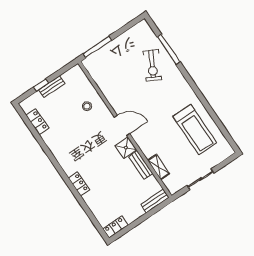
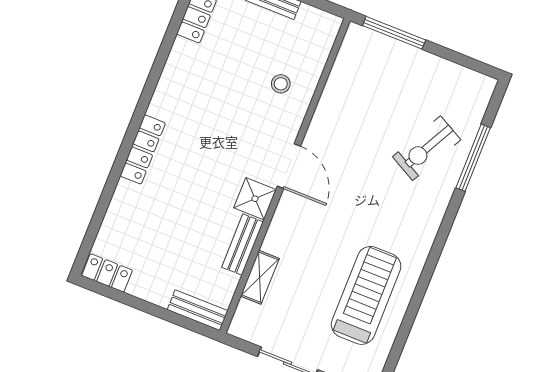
treadmill: (195, 130) -> (366, 295), turned 180
locker: (79, 184) -> (143, 149), width x1.53

